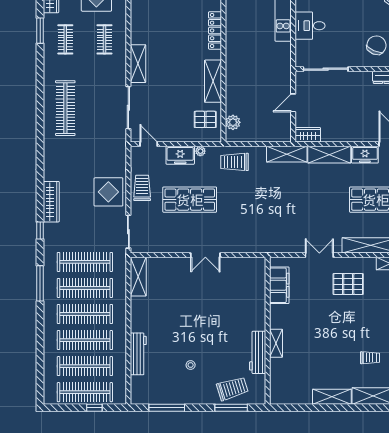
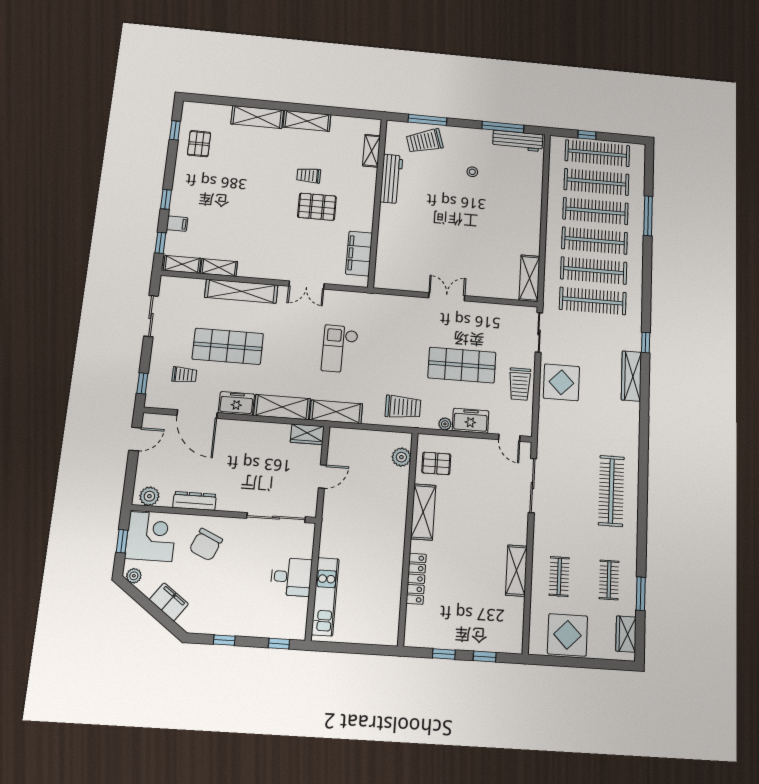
shelving: (138, 64) -> (516, 571), moved
checkout: (288, 205) -> (340, 349), added
window: (40, 283) -> (648, 216), moved
pallet: (348, 284) -> (317, 207), moved
shelving: (276, 343) -> (372, 151), moved
workbench: (138, 354) -> (518, 141), moved, turned -90
trolley: (370, 358) -> (309, 175), moved

